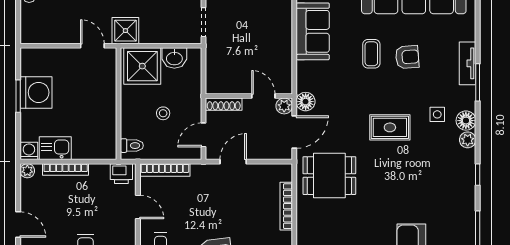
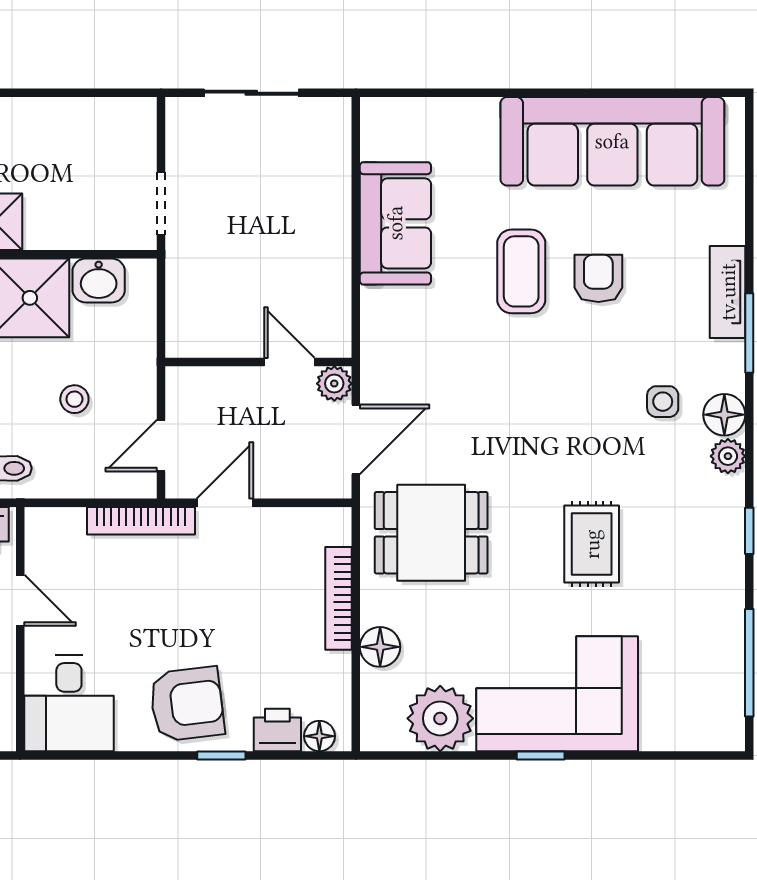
coffee table: (371, 54) -> (521, 271), width x1.36, depth x1.30
armchair: (407, 57) -> (598, 278), turned -86
floor lamp: (306, 102) -> (380, 647), moved
shoe rack: (224, 104) -> (204, 379), removed
rug: (390, 127) -> (592, 544), moved, turned 90
bookcase: (165, 170) -> (141, 521), moved

